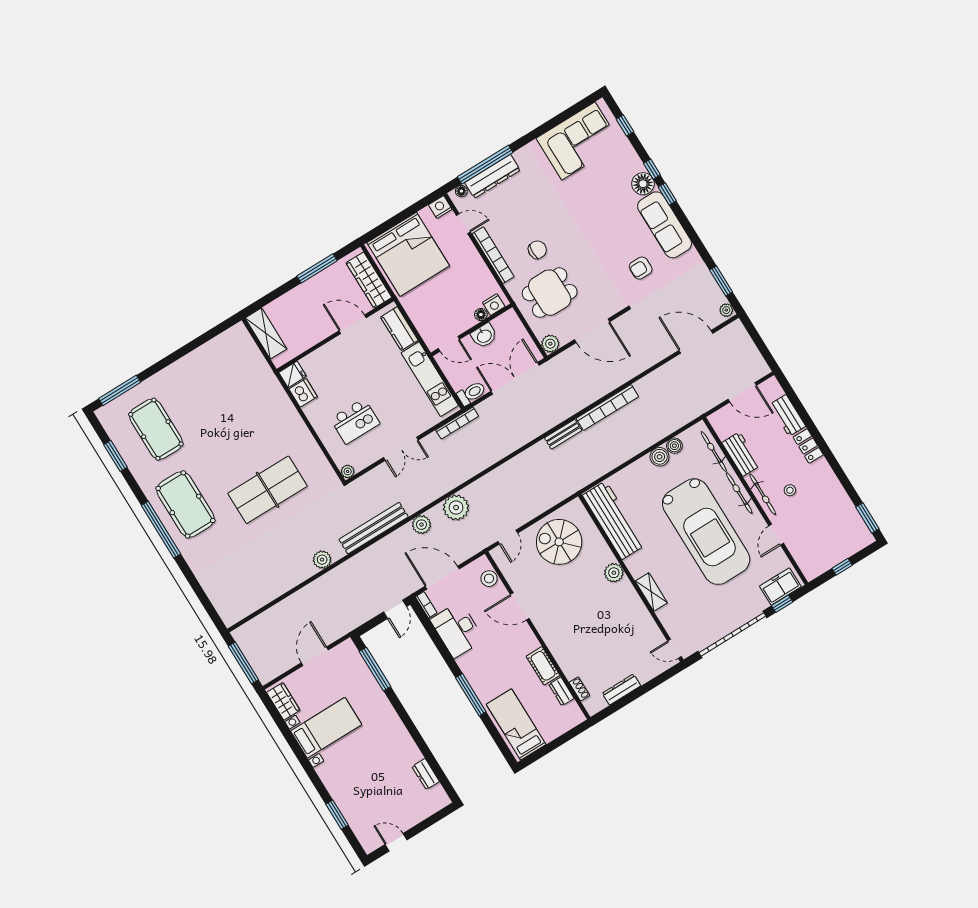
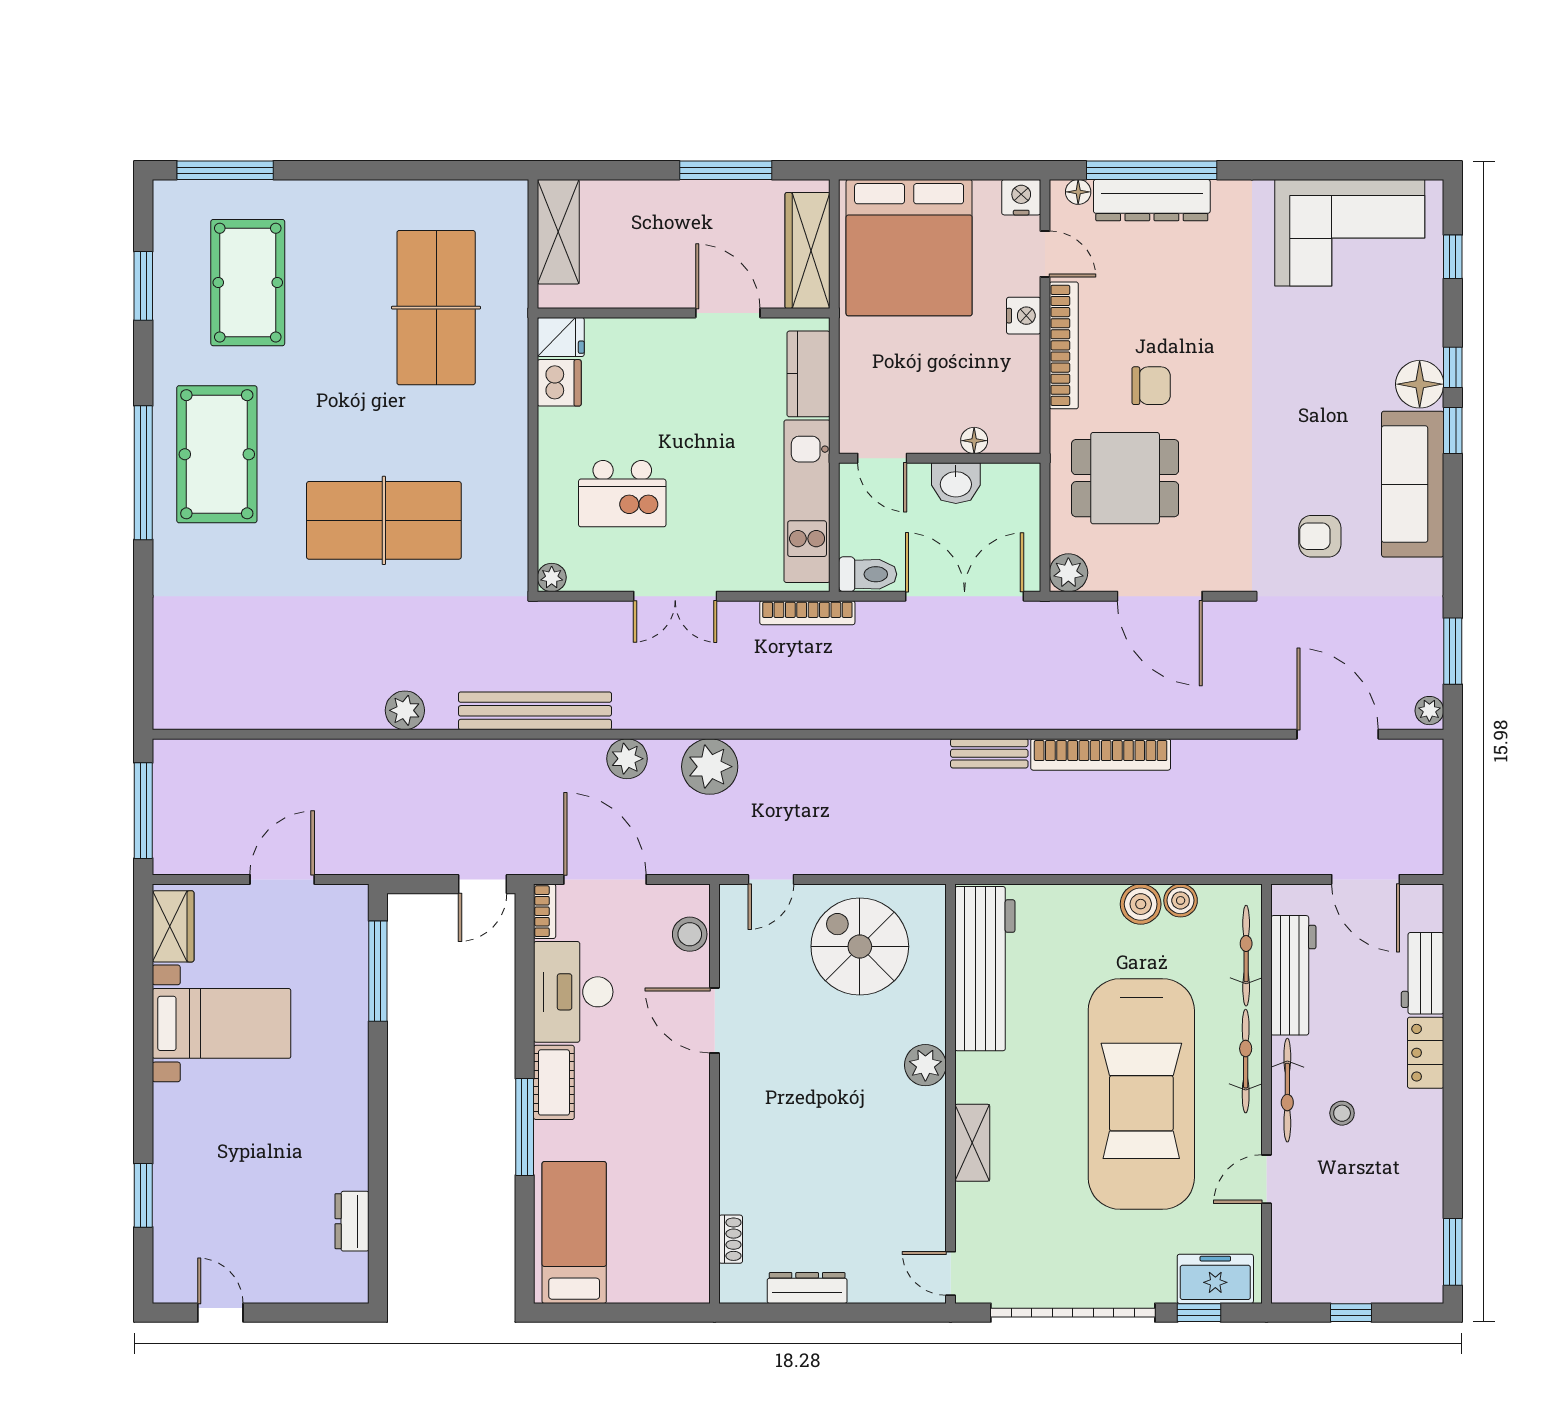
nightstand: (494, 305) -> (1024, 316), moved, turned -90
table tennis table: (236, 393) -> (436, 308), added
workbench: (741, 454) -> (1293, 975), width x1.38
cot: (543, 666) -> (554, 1082), moved
dresser: (561, 691) -> (695, 1223), removed

